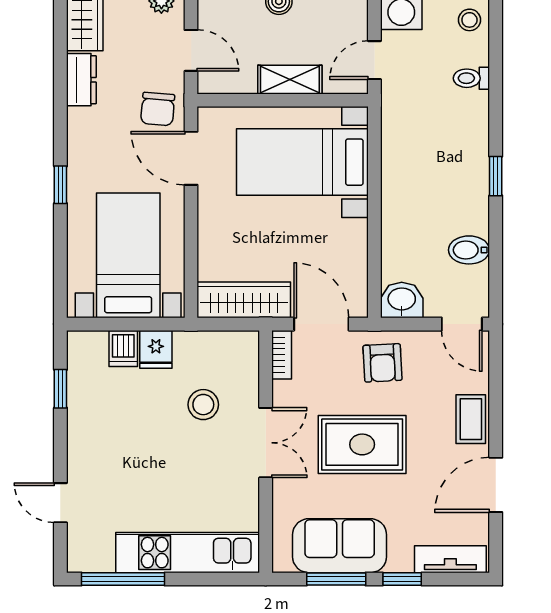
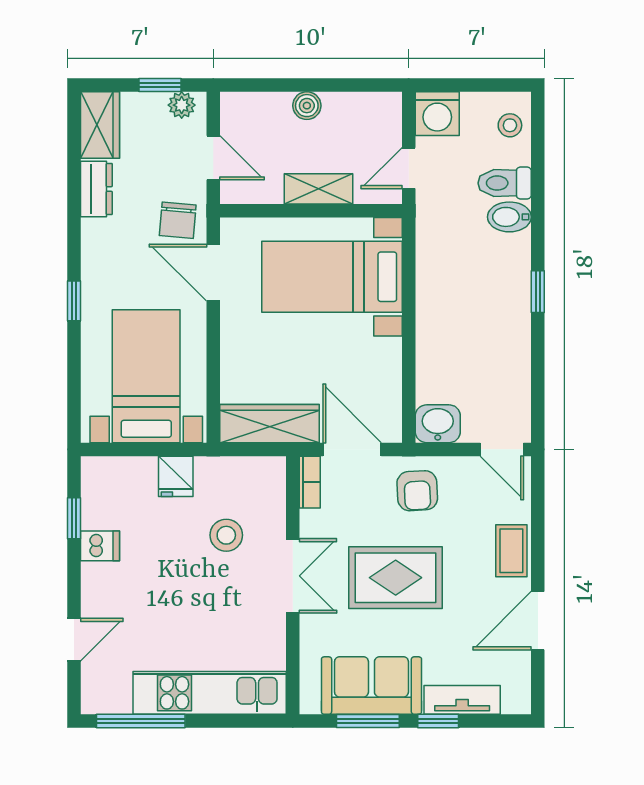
toilet: (471, 78) -> (505, 183), width x1.37, depth x1.39
bidet: (469, 250) -> (509, 217), moved
dishwasher: (123, 348) -> (100, 546), moved, turned -90
door: (60, 503) -> (74, 640), swing flipped
tv unit: (450, 559) -> (462, 700), moved

